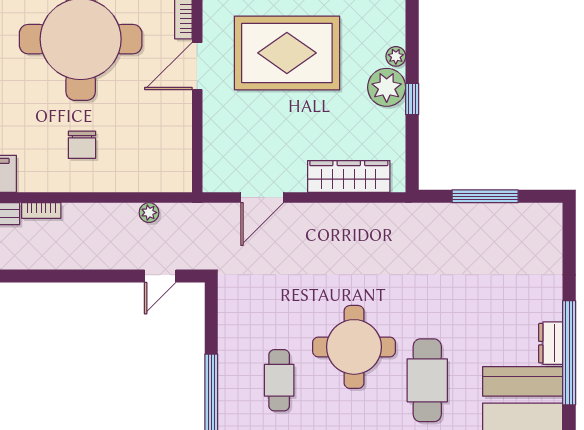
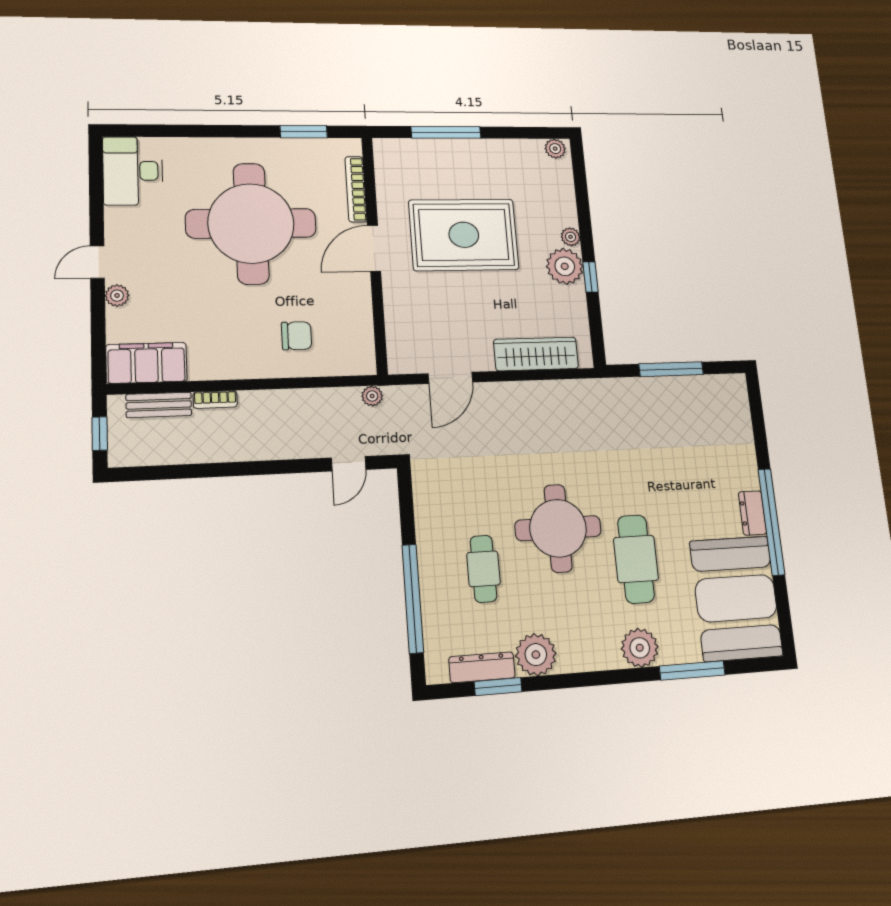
chair: (82, 145) -> (297, 336), moved, turned -90
plant: (149, 213) -> (372, 396), moved

